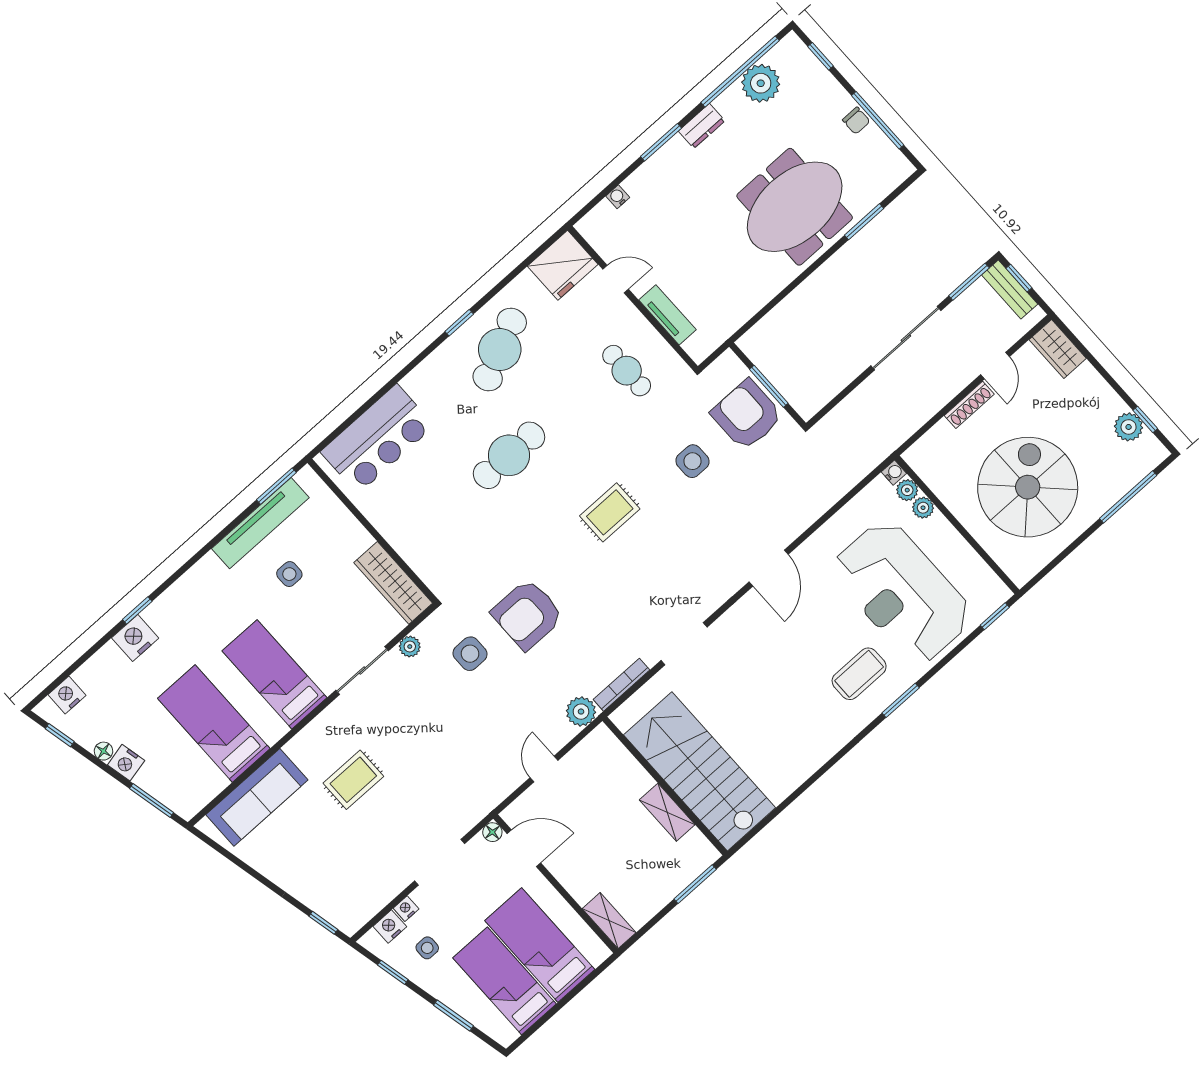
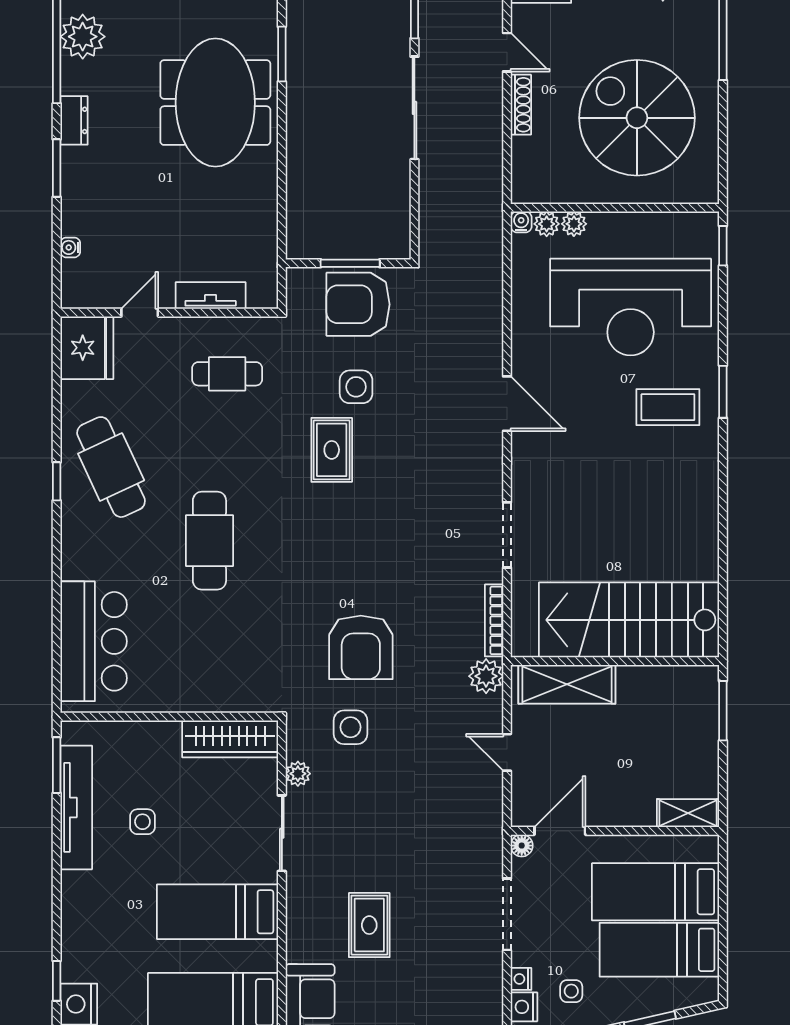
rug: (610, 512) -> (332, 450), moved
coffee table: (859, 674) -> (668, 407), turned 90
shelving: (667, 812) -> (567, 684), moved, width x1.50, depth x1.33

